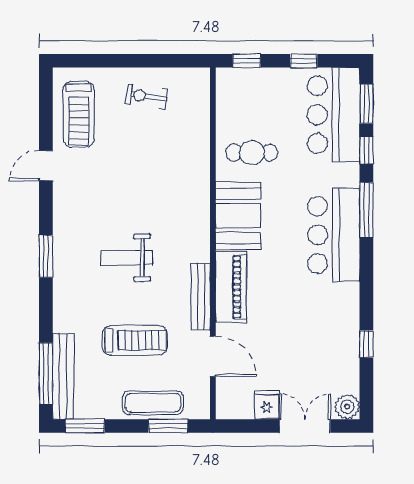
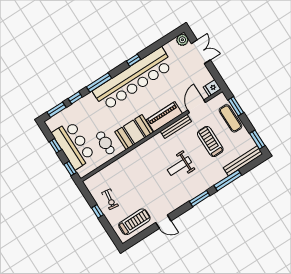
window: (139, 61) -> (98, 211), added
bar counter: (334, 115) -> (73, 145), moved, turned -90
bar counter: (334, 235) -> (133, 79), width x1.86
weight bench: (127, 258) -> (179, 166), turned 90
window: (366, 344) -> (134, 60), moved
window: (46, 373) -> (228, 180), moved
fridge: (267, 405) -> (212, 88), moved
double door: (305, 426) -> (201, 52), swing flipped

